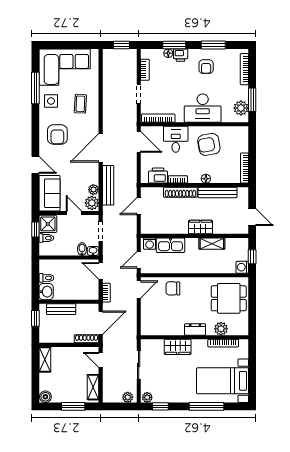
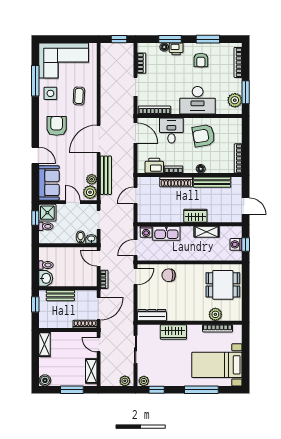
armchair: (57, 134) -> (57, 126), turned 180
washing machine: (242, 267) -> (236, 244), moved
dresser: (195, 330) -> (152, 315), moved, width x1.44

